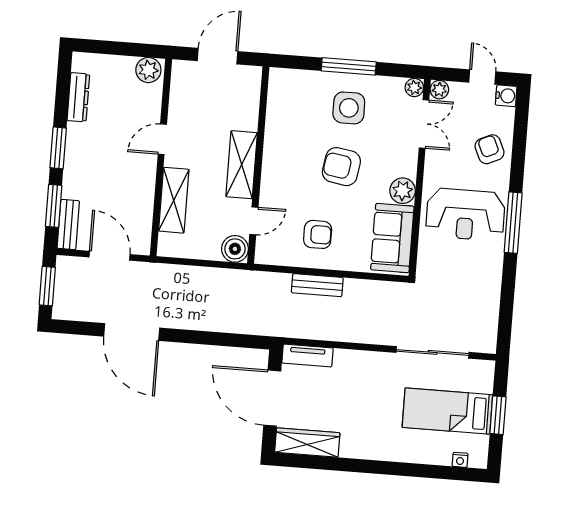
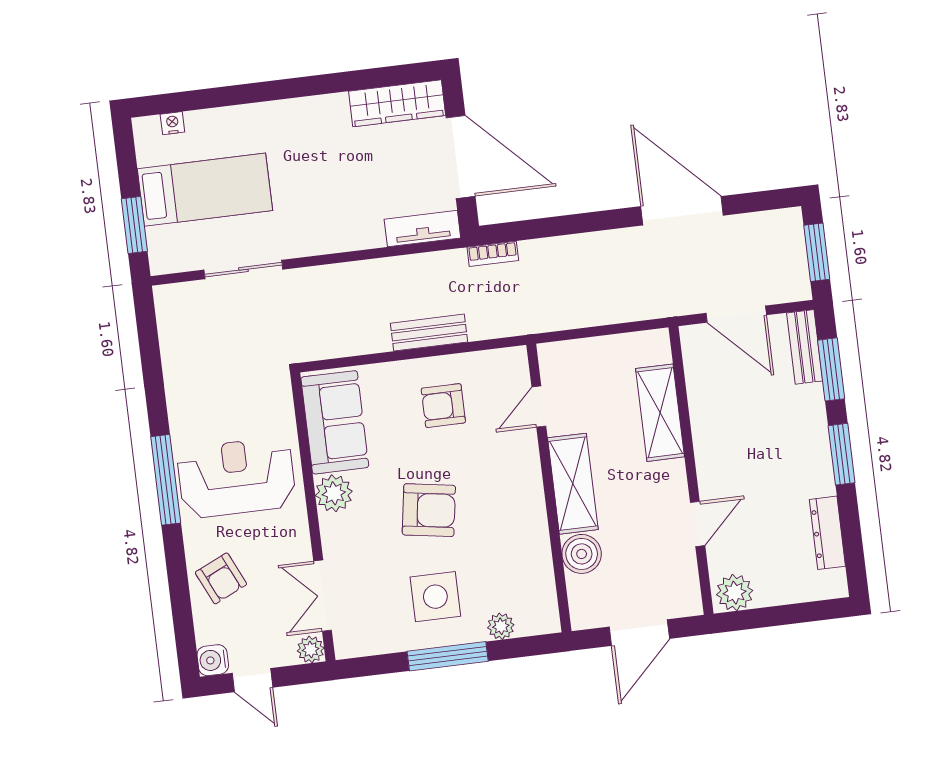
plant: (414, 88) -> (501, 626), moved
door: (162, 139) -> (698, 524), moved
boiler: (235, 249) -> (582, 554), moved
bookcase: (264, 329) -> (493, 254), added
sliding door: (433, 352) -> (243, 270), width x0.73
window: (498, 415) -> (134, 225), moved

